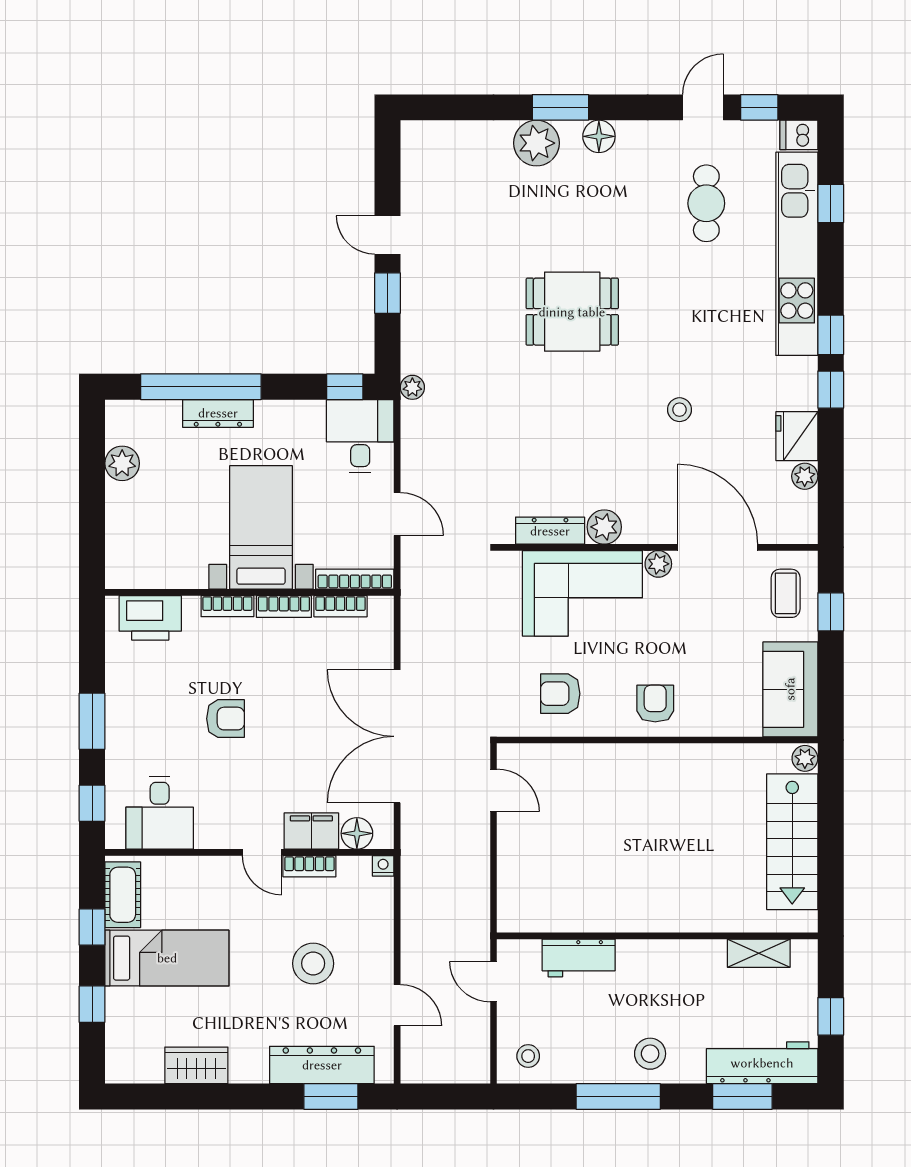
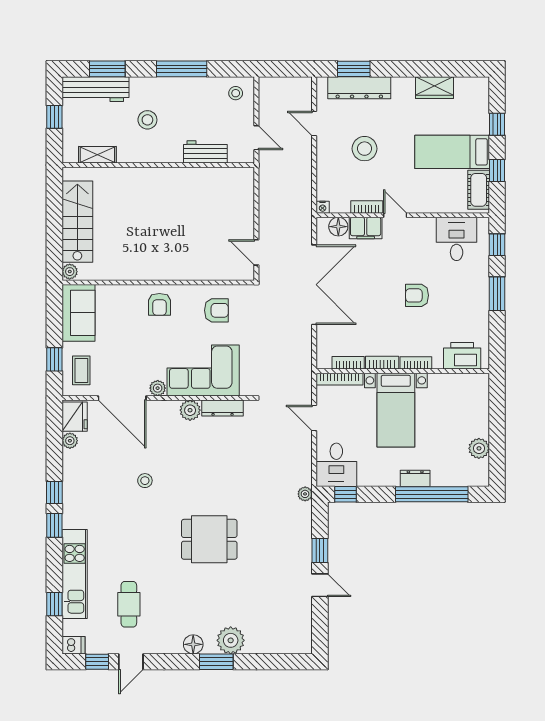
kitchen unit: (797, 254) -> (75, 574), width x0.73
dresser: (218, 413) -> (415, 478), width x0.70
fridge: (797, 436) -> (75, 417), moved
stool: (650, 1054) -> (147, 120), moved

